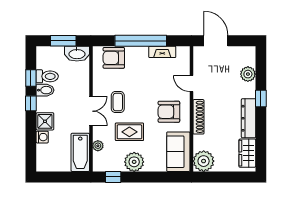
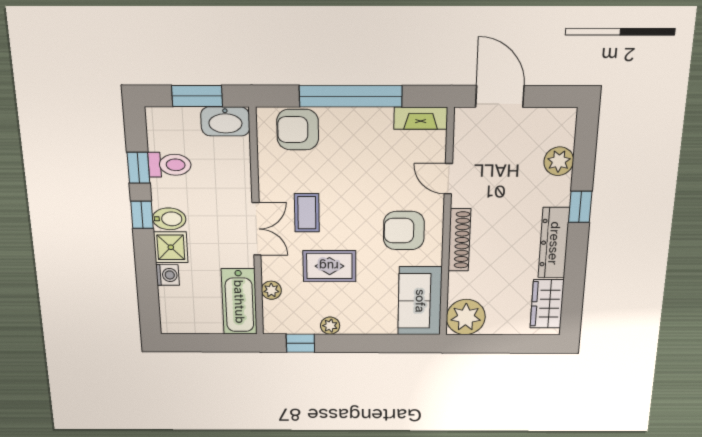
fireplace: (162, 52) -> (421, 118), moved
bidet: (45, 90) -> (169, 219), moved
plant: (134, 162) -> (330, 326), width x0.53, depth x0.53

